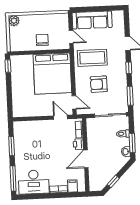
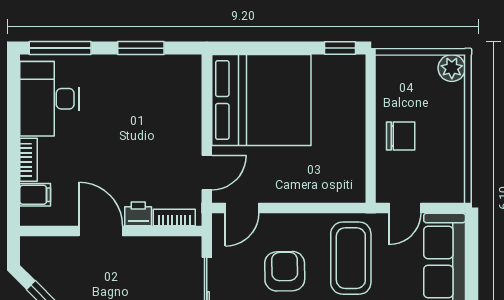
bed: (52, 74) -> (261, 100), moved, turned 180

